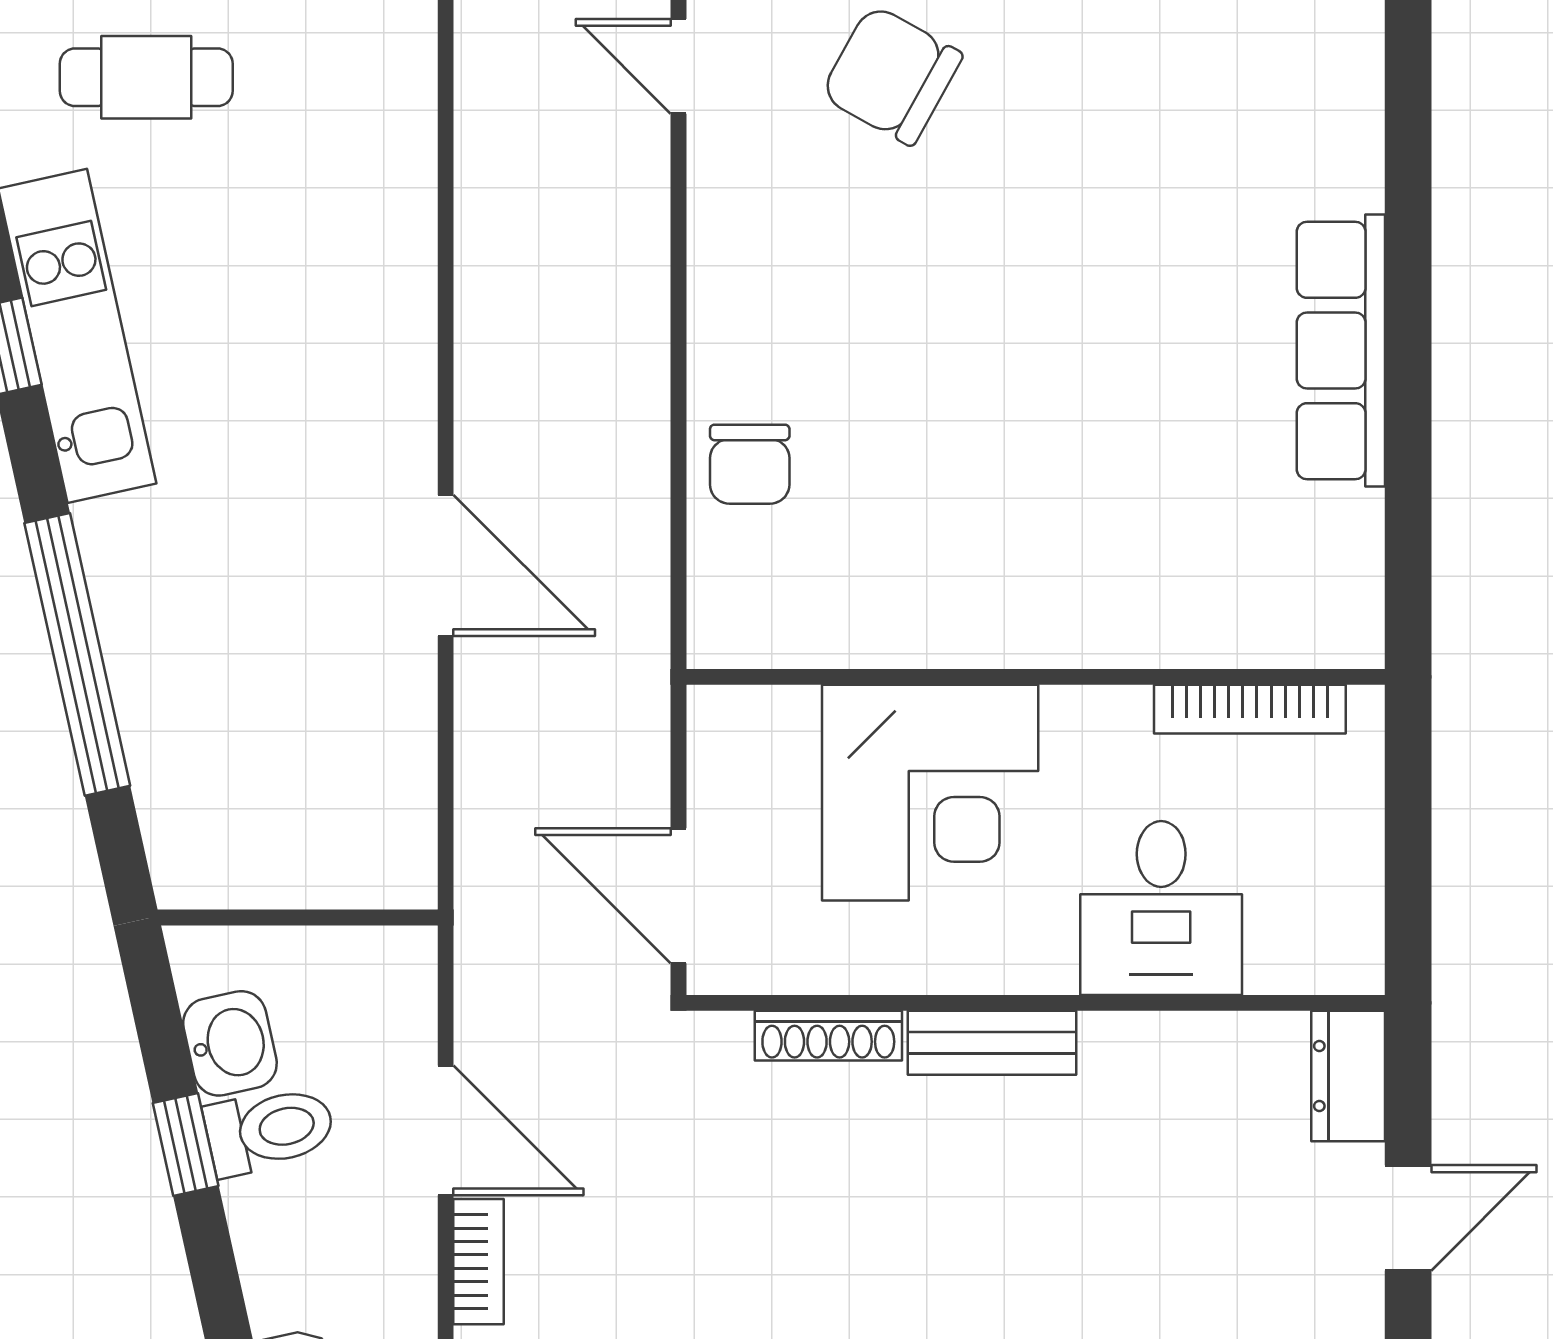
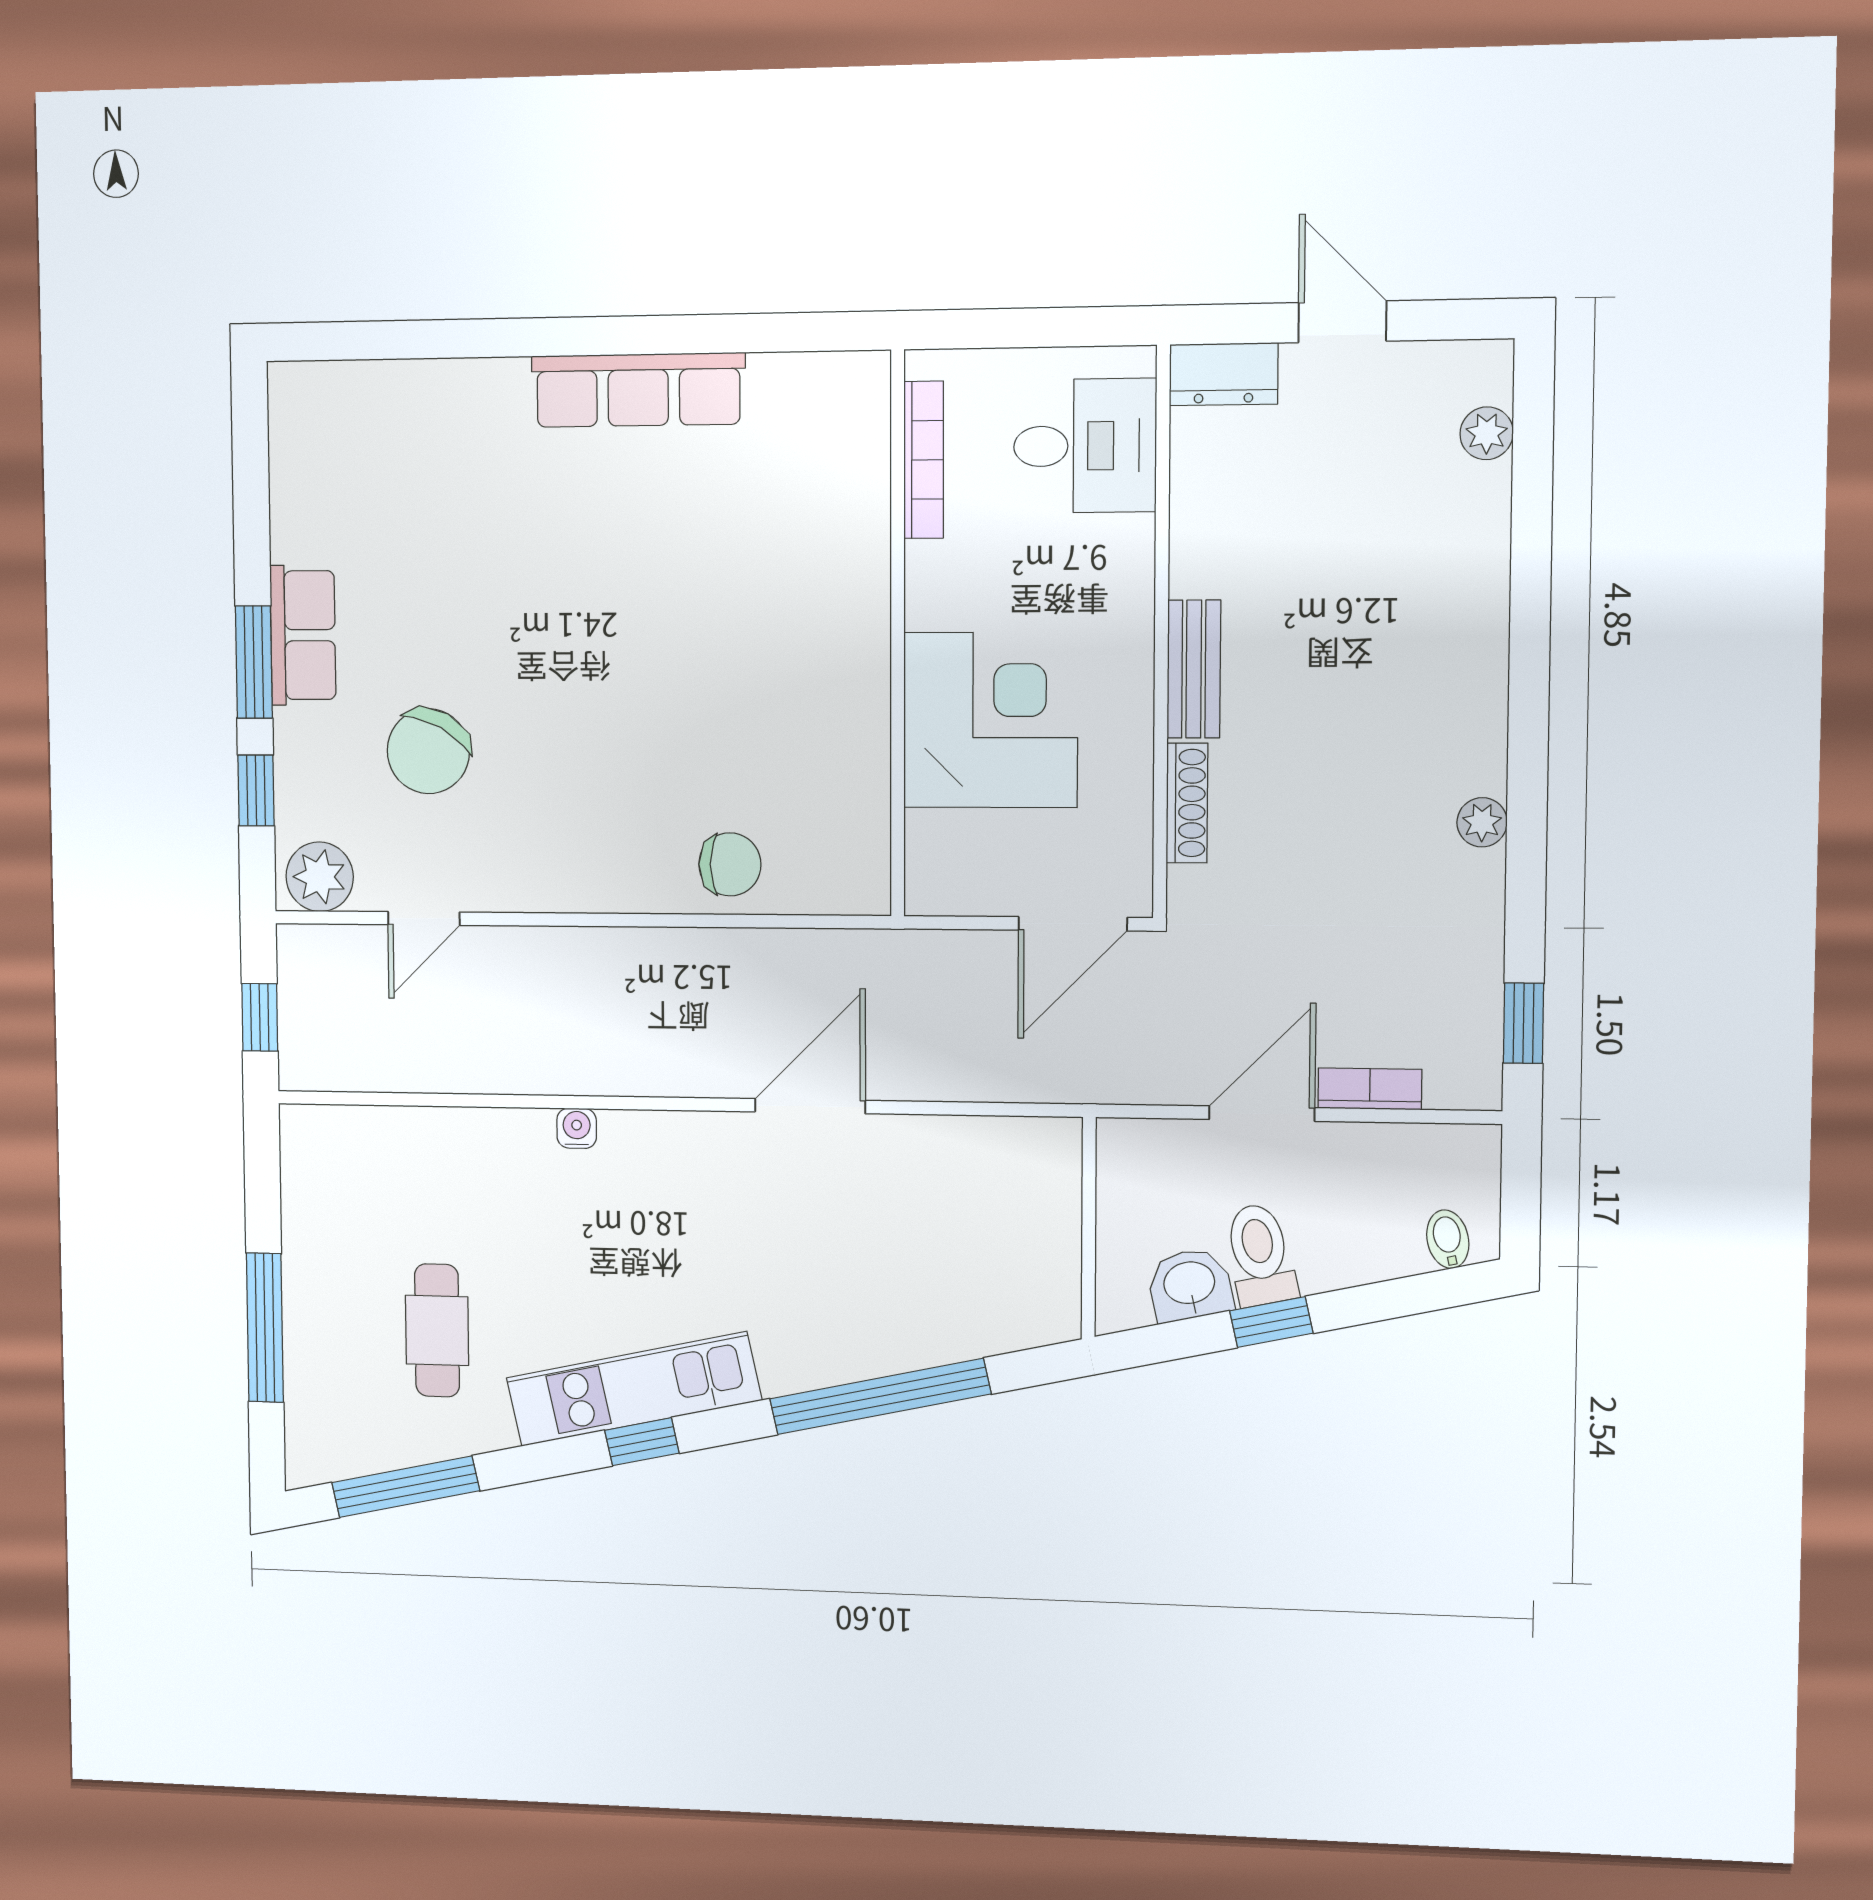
water cooler: (412, 264) -> (577, 1128), added
desk: (1161, 908) -> (1085, 446), moved

